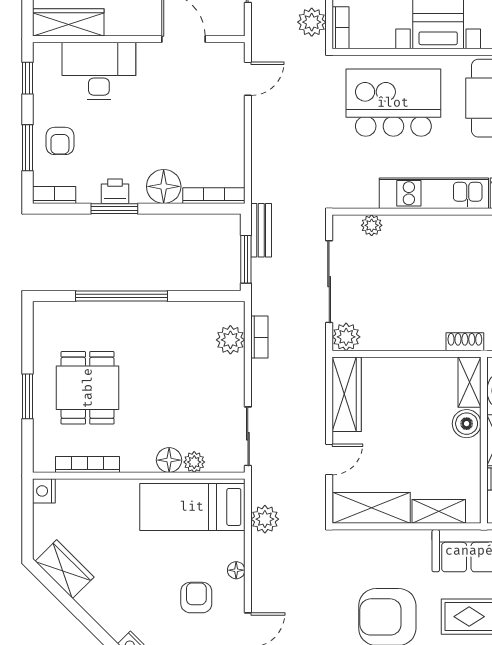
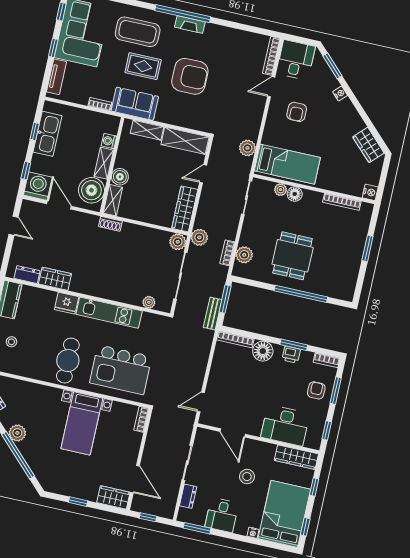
plant: (312, 22) -> (199, 237), moved
dining table: (88, 388) -> (293, 256), moved
floor lamp: (236, 570) -> (270, 122), removed

